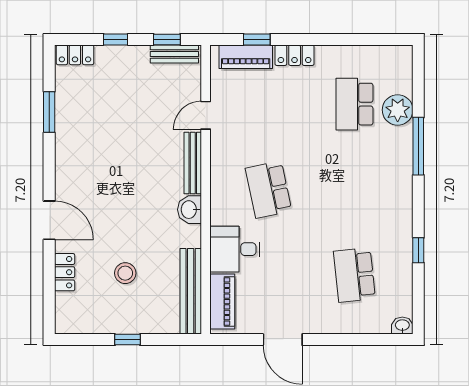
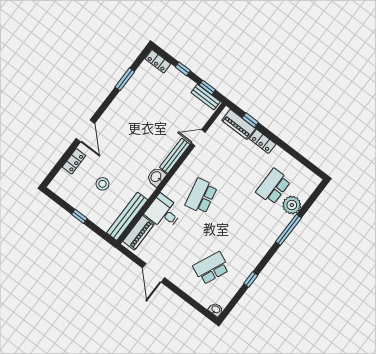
school desk: (354, 275) -> (211, 268), turned 30

